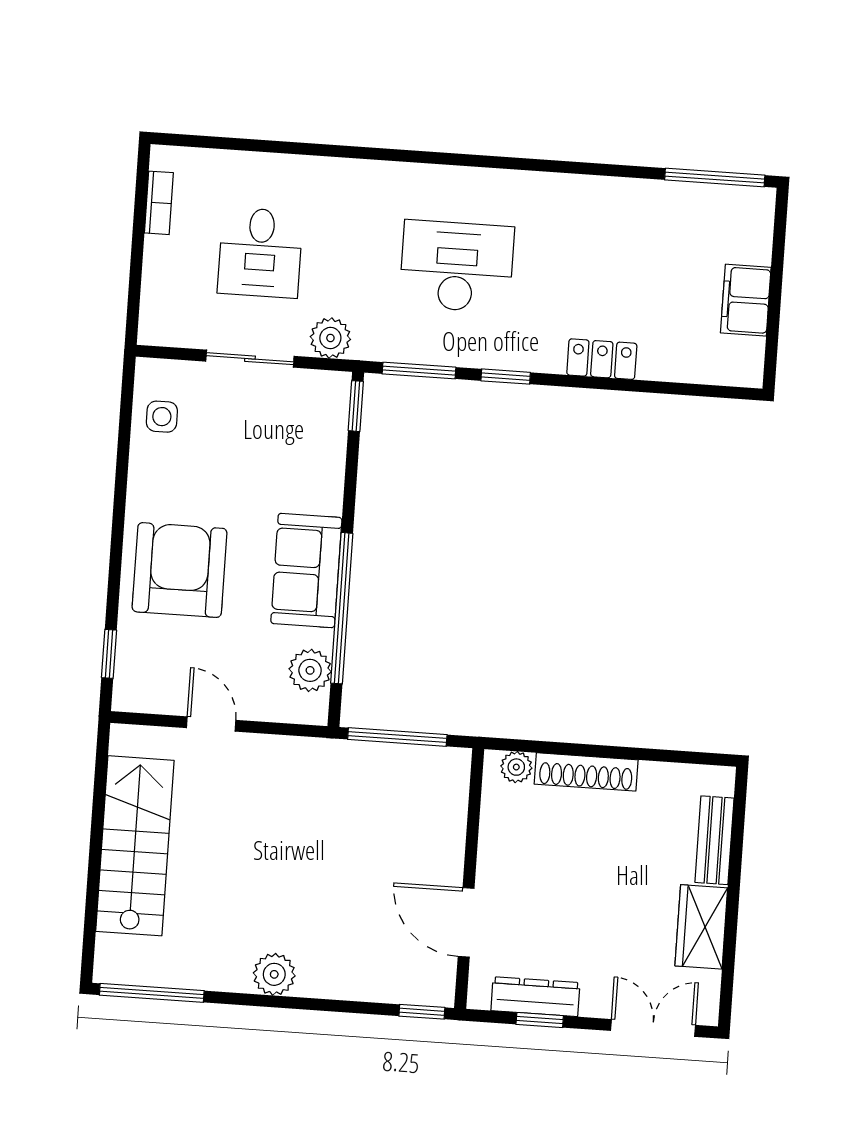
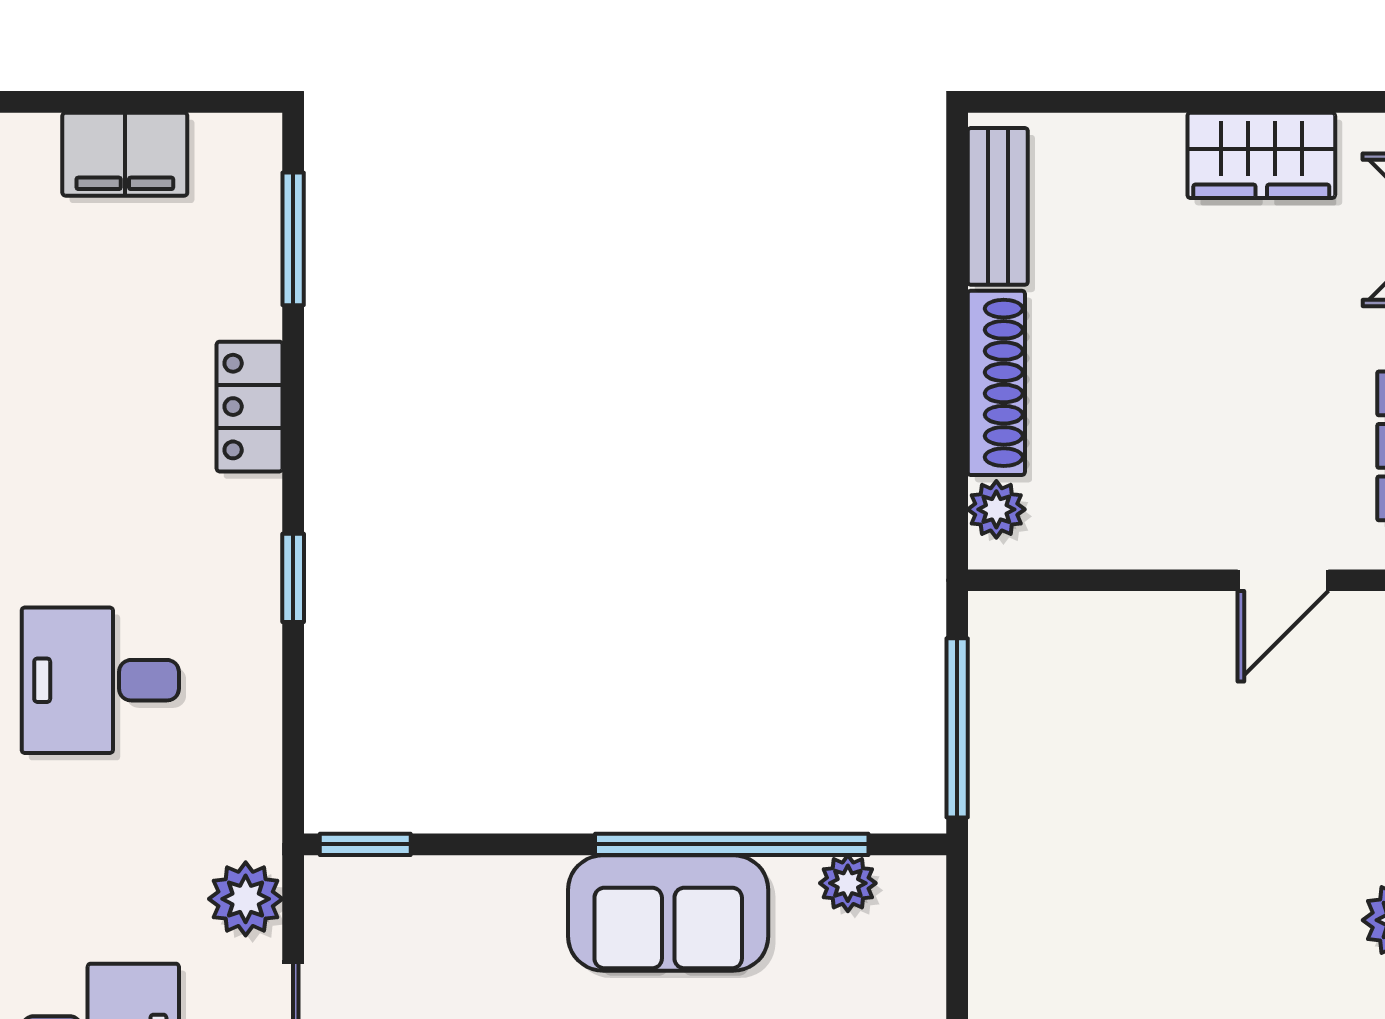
desk: (457, 266) -> (100, 680), width x0.73
window: (419, 371) -> (293, 239), moved
plant: (310, 670) -> (848, 883), width x0.73, depth x0.73
bench: (714, 840) -> (998, 206), moved, turned 90
door: (466, 922) -> (1283, 580), width x0.73

